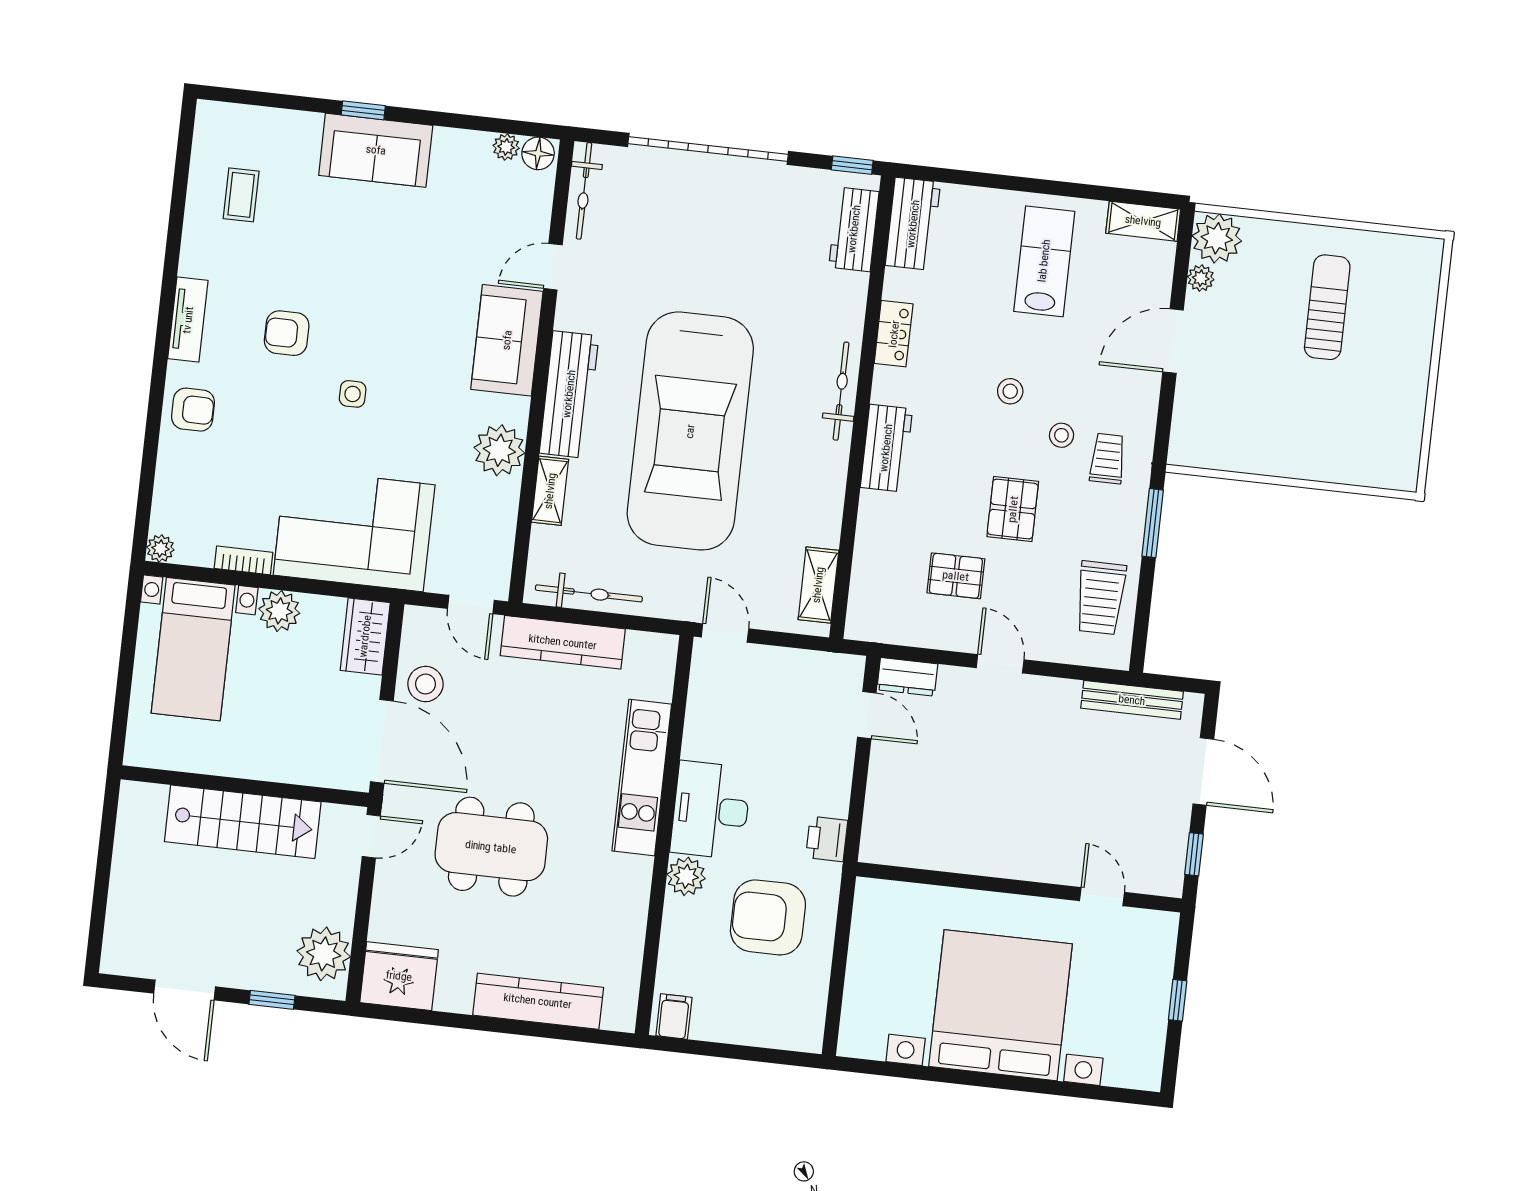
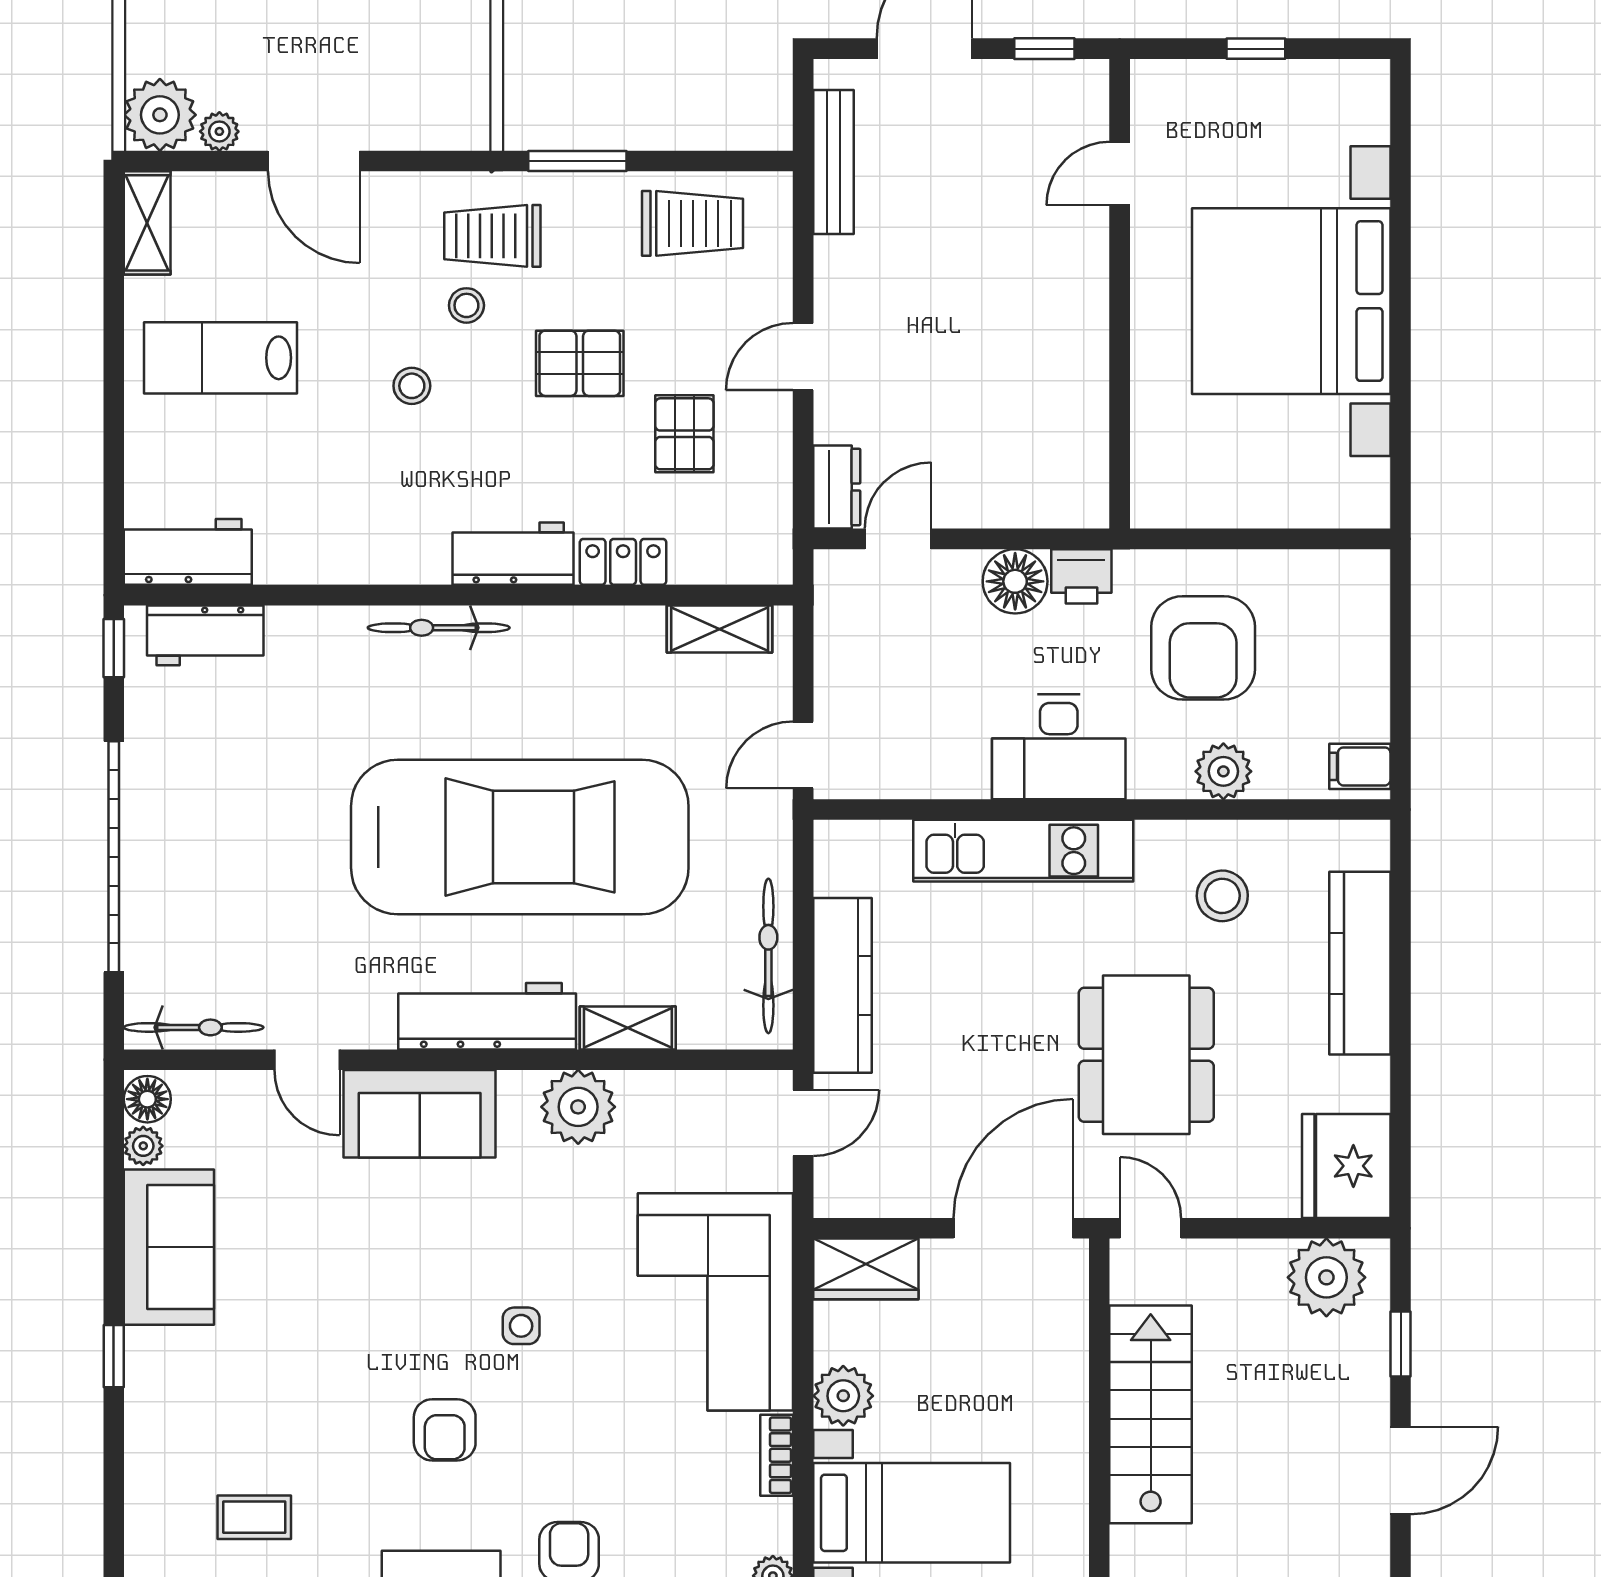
sofa: (376, 150) -> (169, 1247), moved
locker: (894, 334) -> (623, 562), moved
trolley: (1108, 459) -> (492, 236), width x1.36, depth x1.39
stool: (425, 684) -> (1222, 896), moved
floor lamp: (828, 793) -> (1015, 581), added
plant: (686, 876) -> (1223, 771), moved

